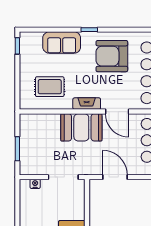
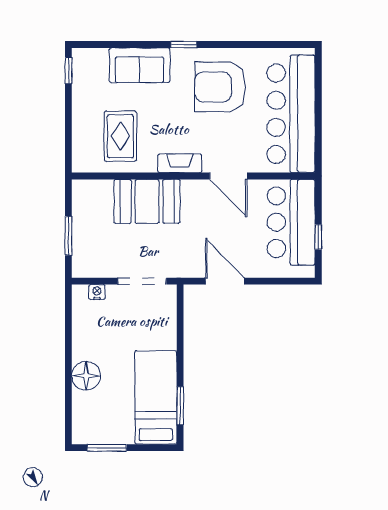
rug: (50, 87) -> (120, 136), turned 90
booth: (81, 127) -> (147, 201), moved

